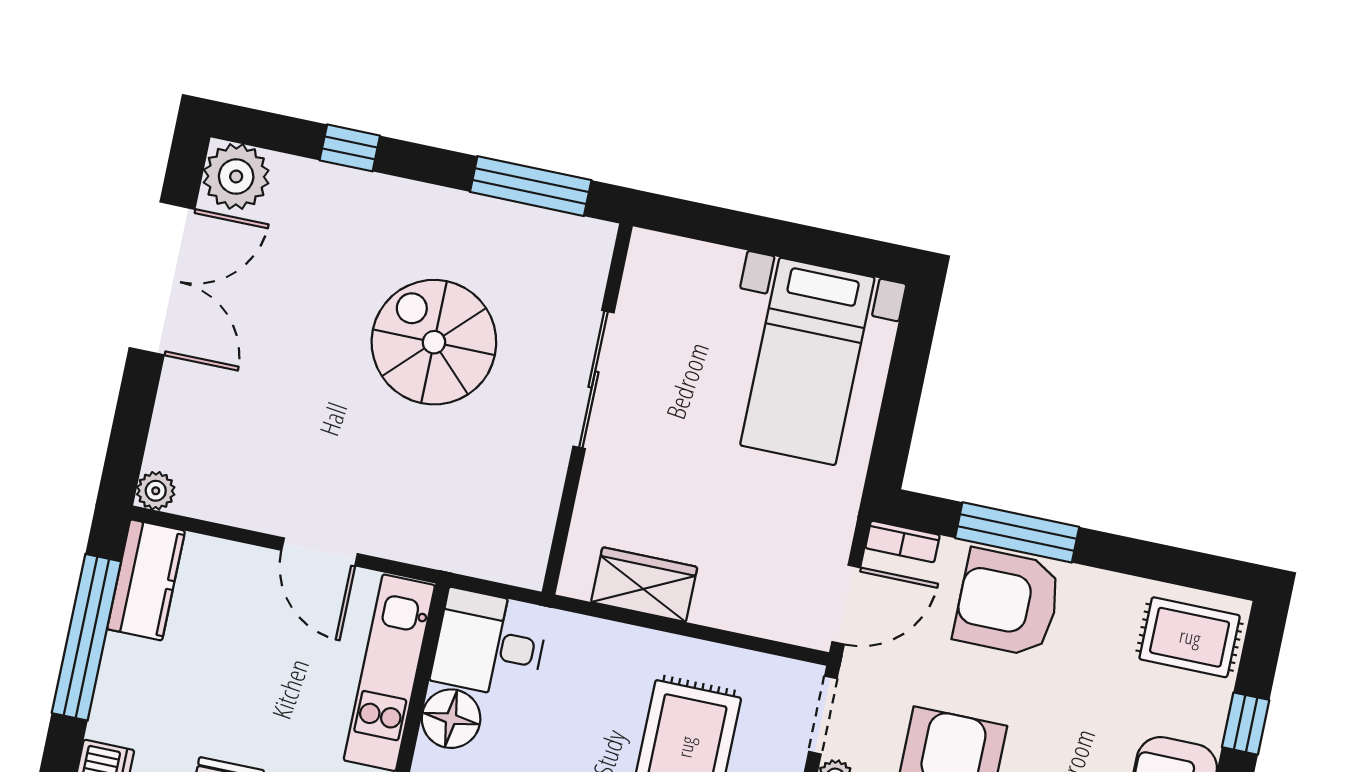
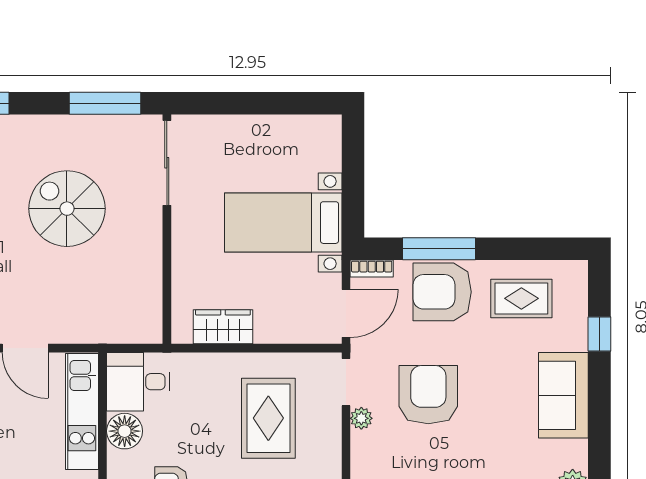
bed with nightstands: (807, 361) -> (283, 223), moved, turned 90
sliding door: (593, 379) -> (167, 163), moved
rug: (1190, 637) -> (521, 298), moved

